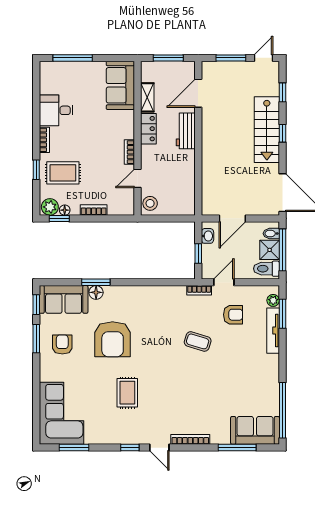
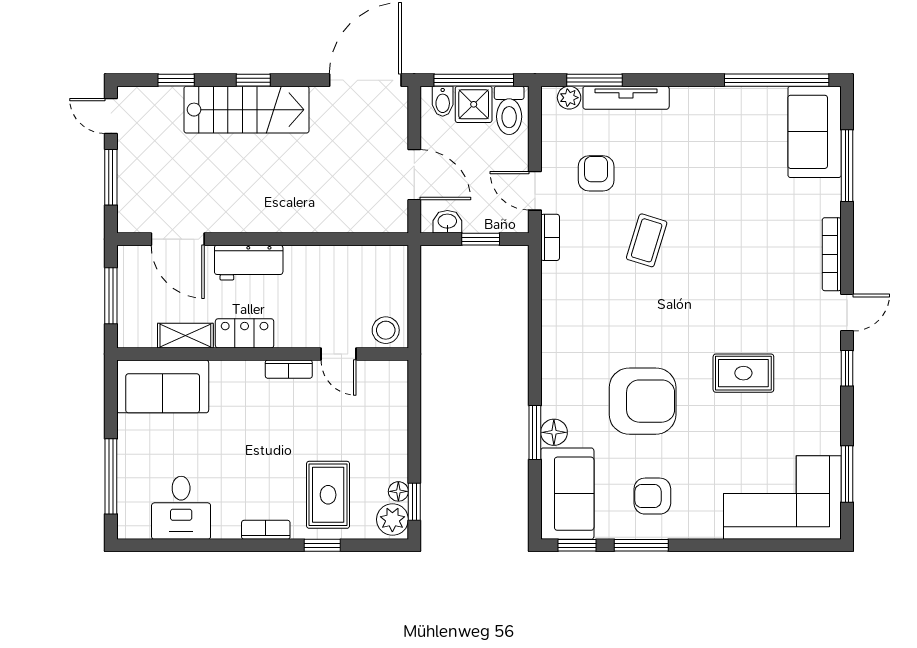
desk: (56, 110) -> (181, 508), moved
bookcase: (94, 210) -> (398, 437), removed

